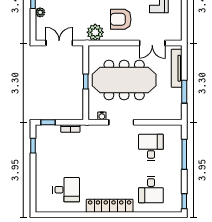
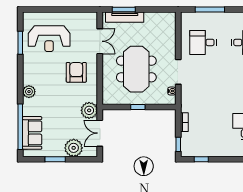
plant: (40, 12) -> (74, 148), width x1.87, depth x1.87
armchair: (121, 19) -> (76, 72), turned 180
plant: (95, 32) -> (89, 110), moved
meeting table: (124, 80) -> (136, 69), width x0.73
window: (184, 92) -> (124, 10), moved

